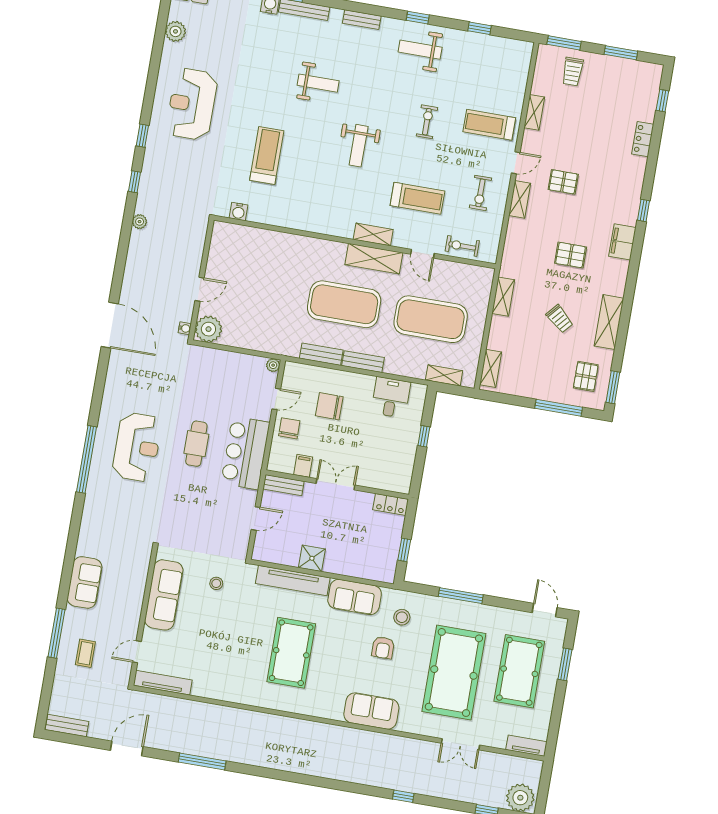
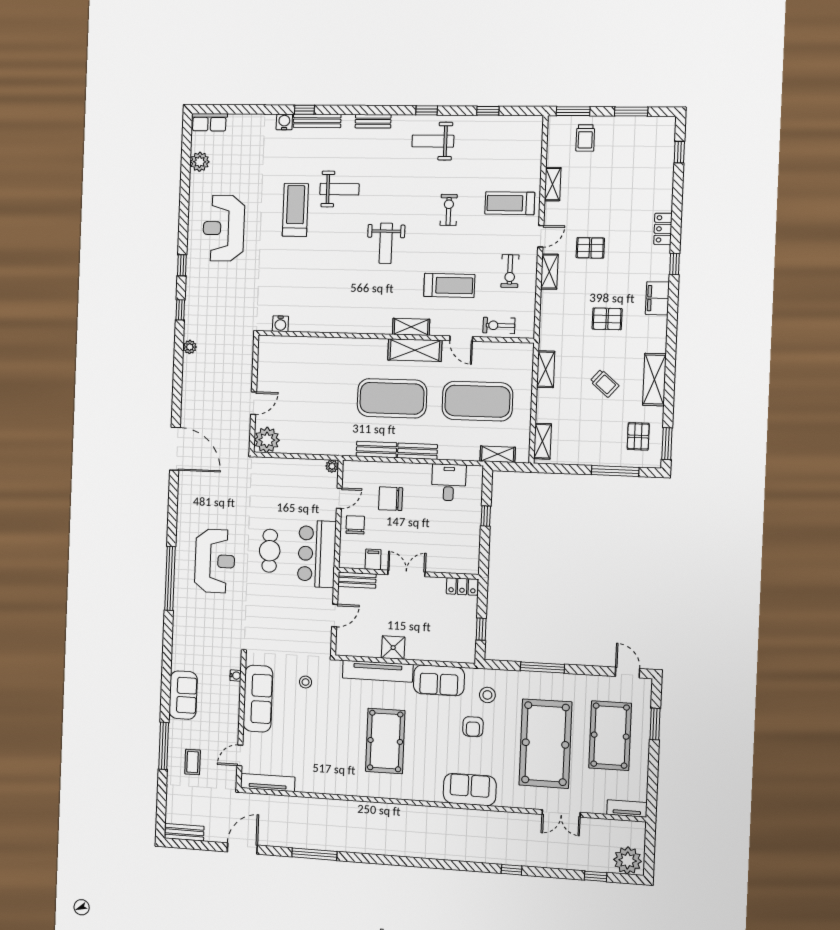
locker: (643, 139) -> (663, 229), moved
treadmill: (267, 155) -> (295, 210), moved
water cooler: (185, 328) -> (236, 675), moved

